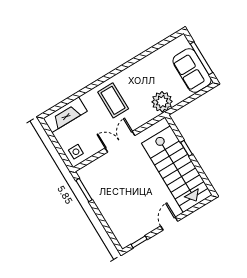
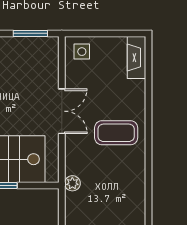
plant: (162, 102) -> (72, 183), width x0.53, depth x0.53
fireplace: (65, 115) -> (137, 58), width x0.73, depth x0.76

